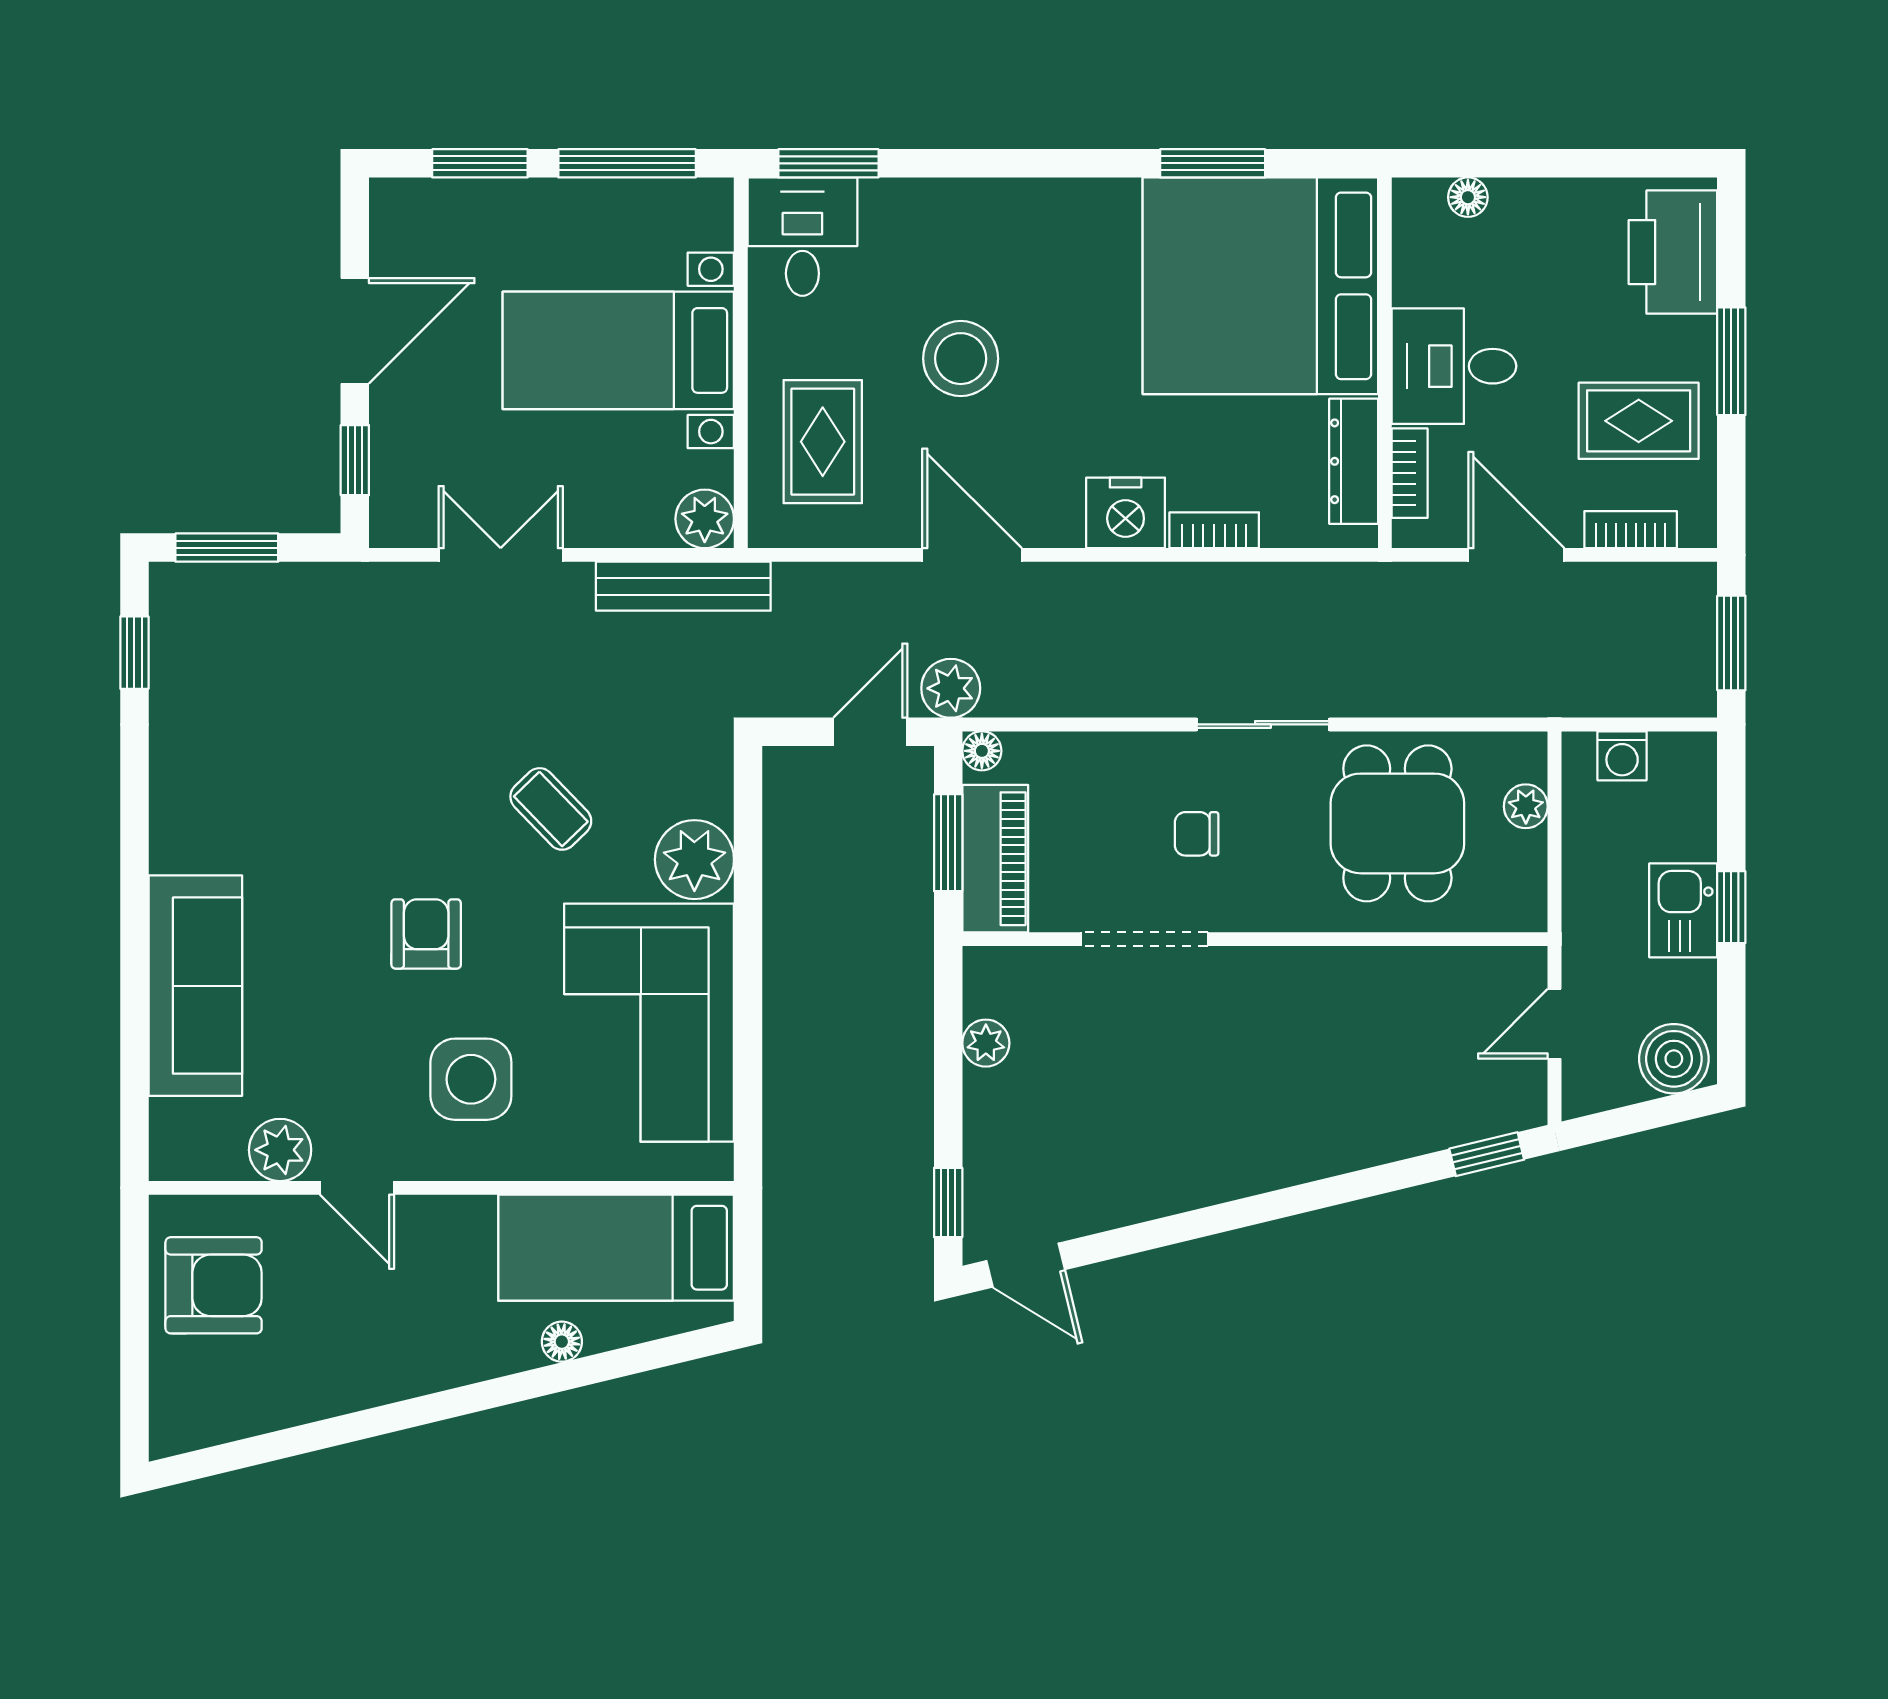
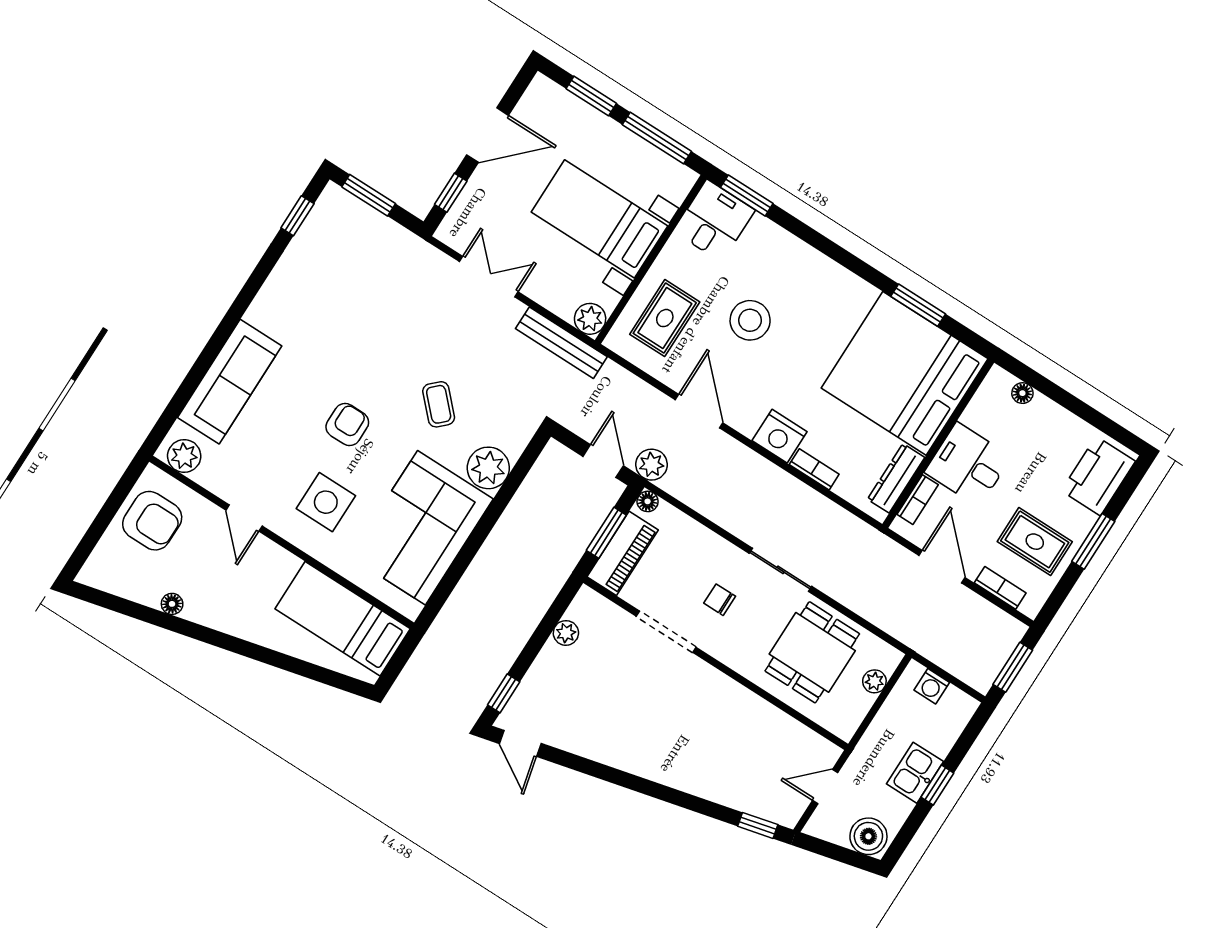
door: (870, 732) -> (603, 461), hinge flipped
plant: (280, 1150) -> (184, 456), moved
floor lamp: (562, 1342) -> (172, 604), moved

